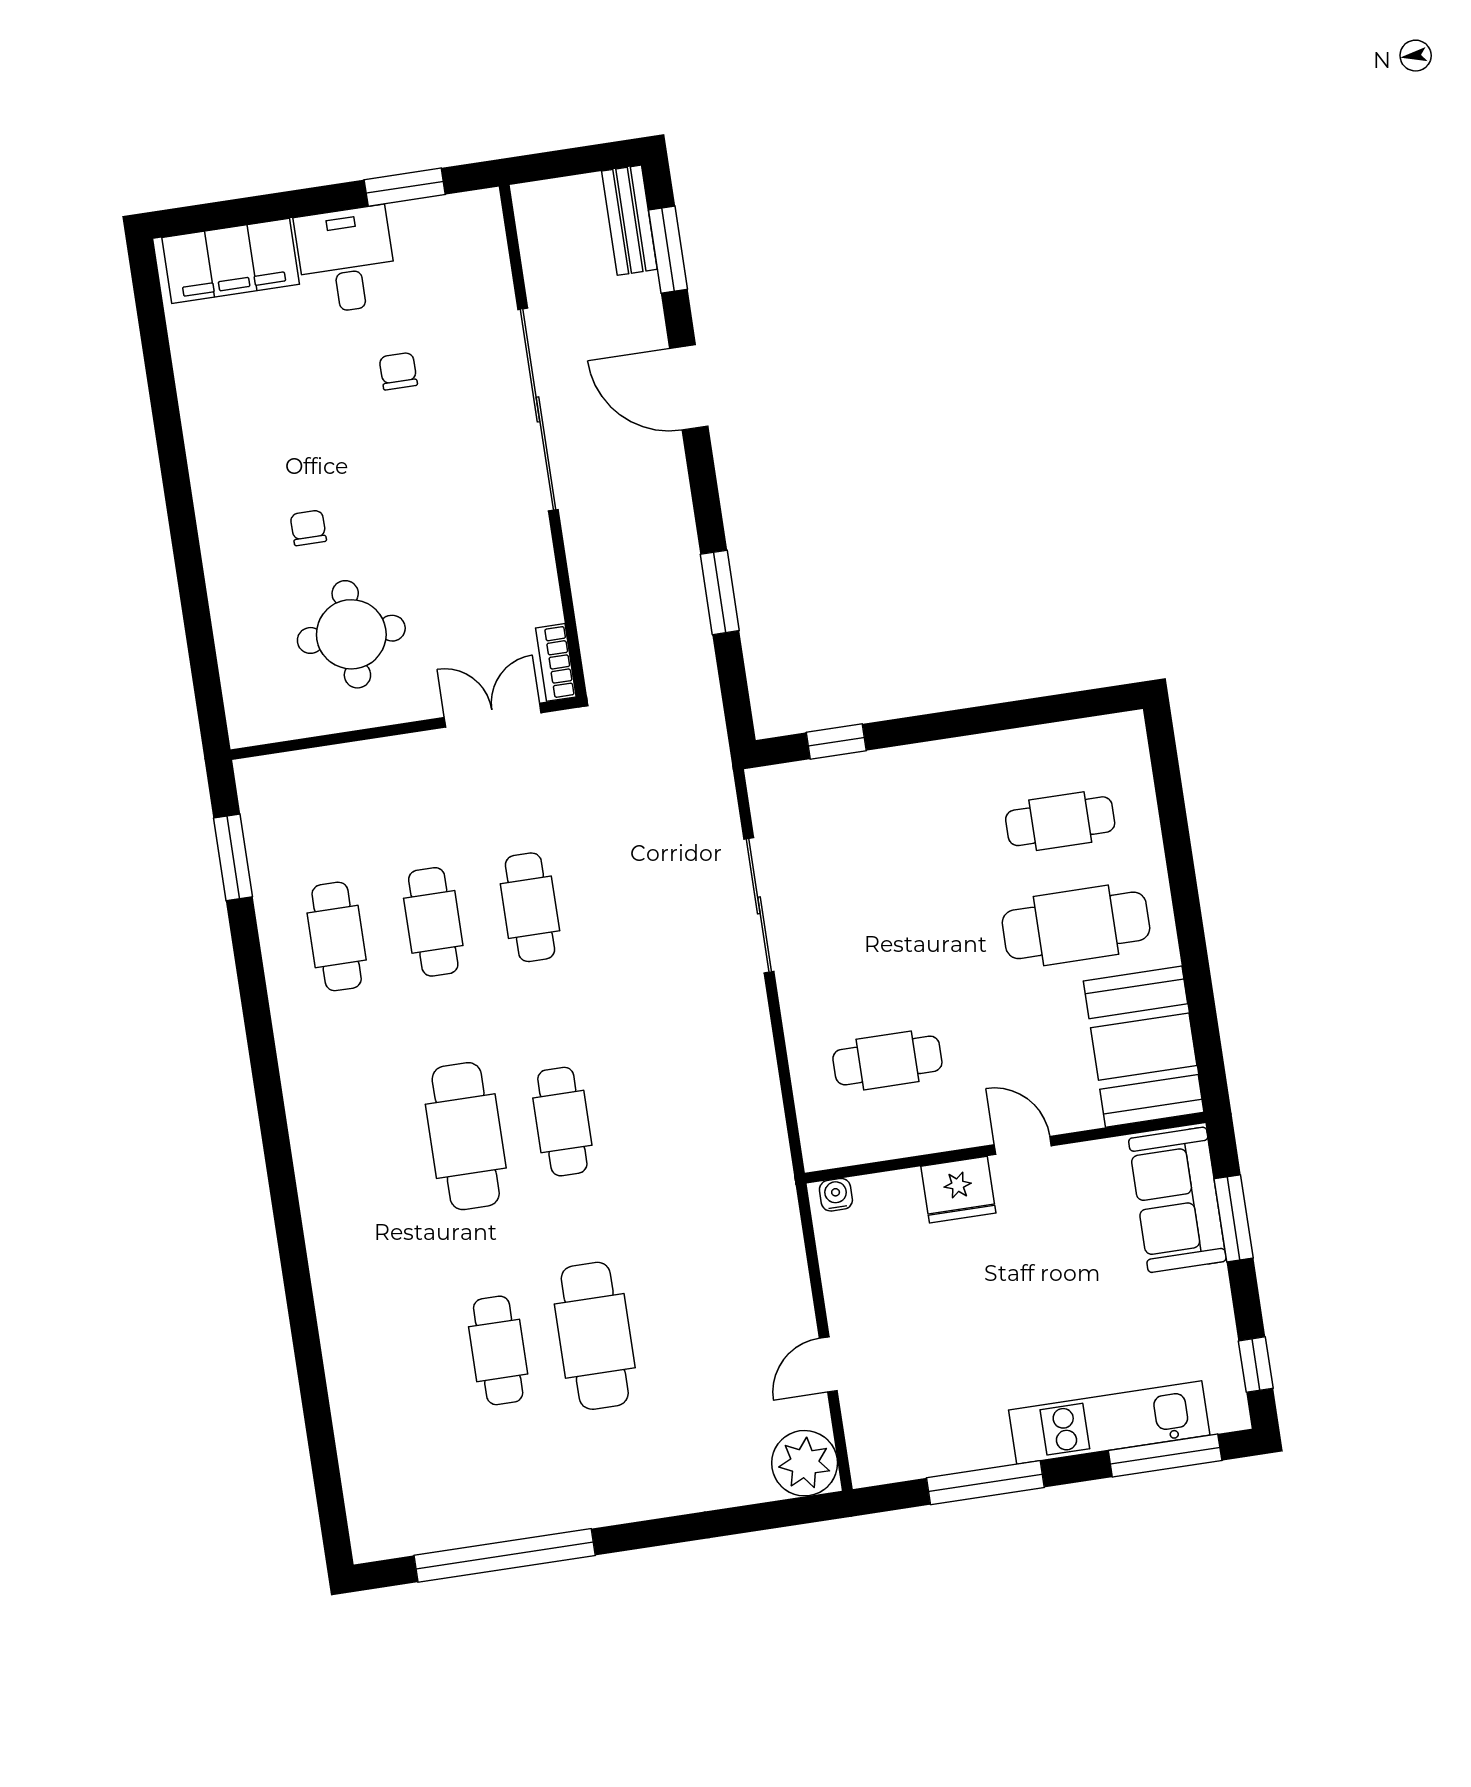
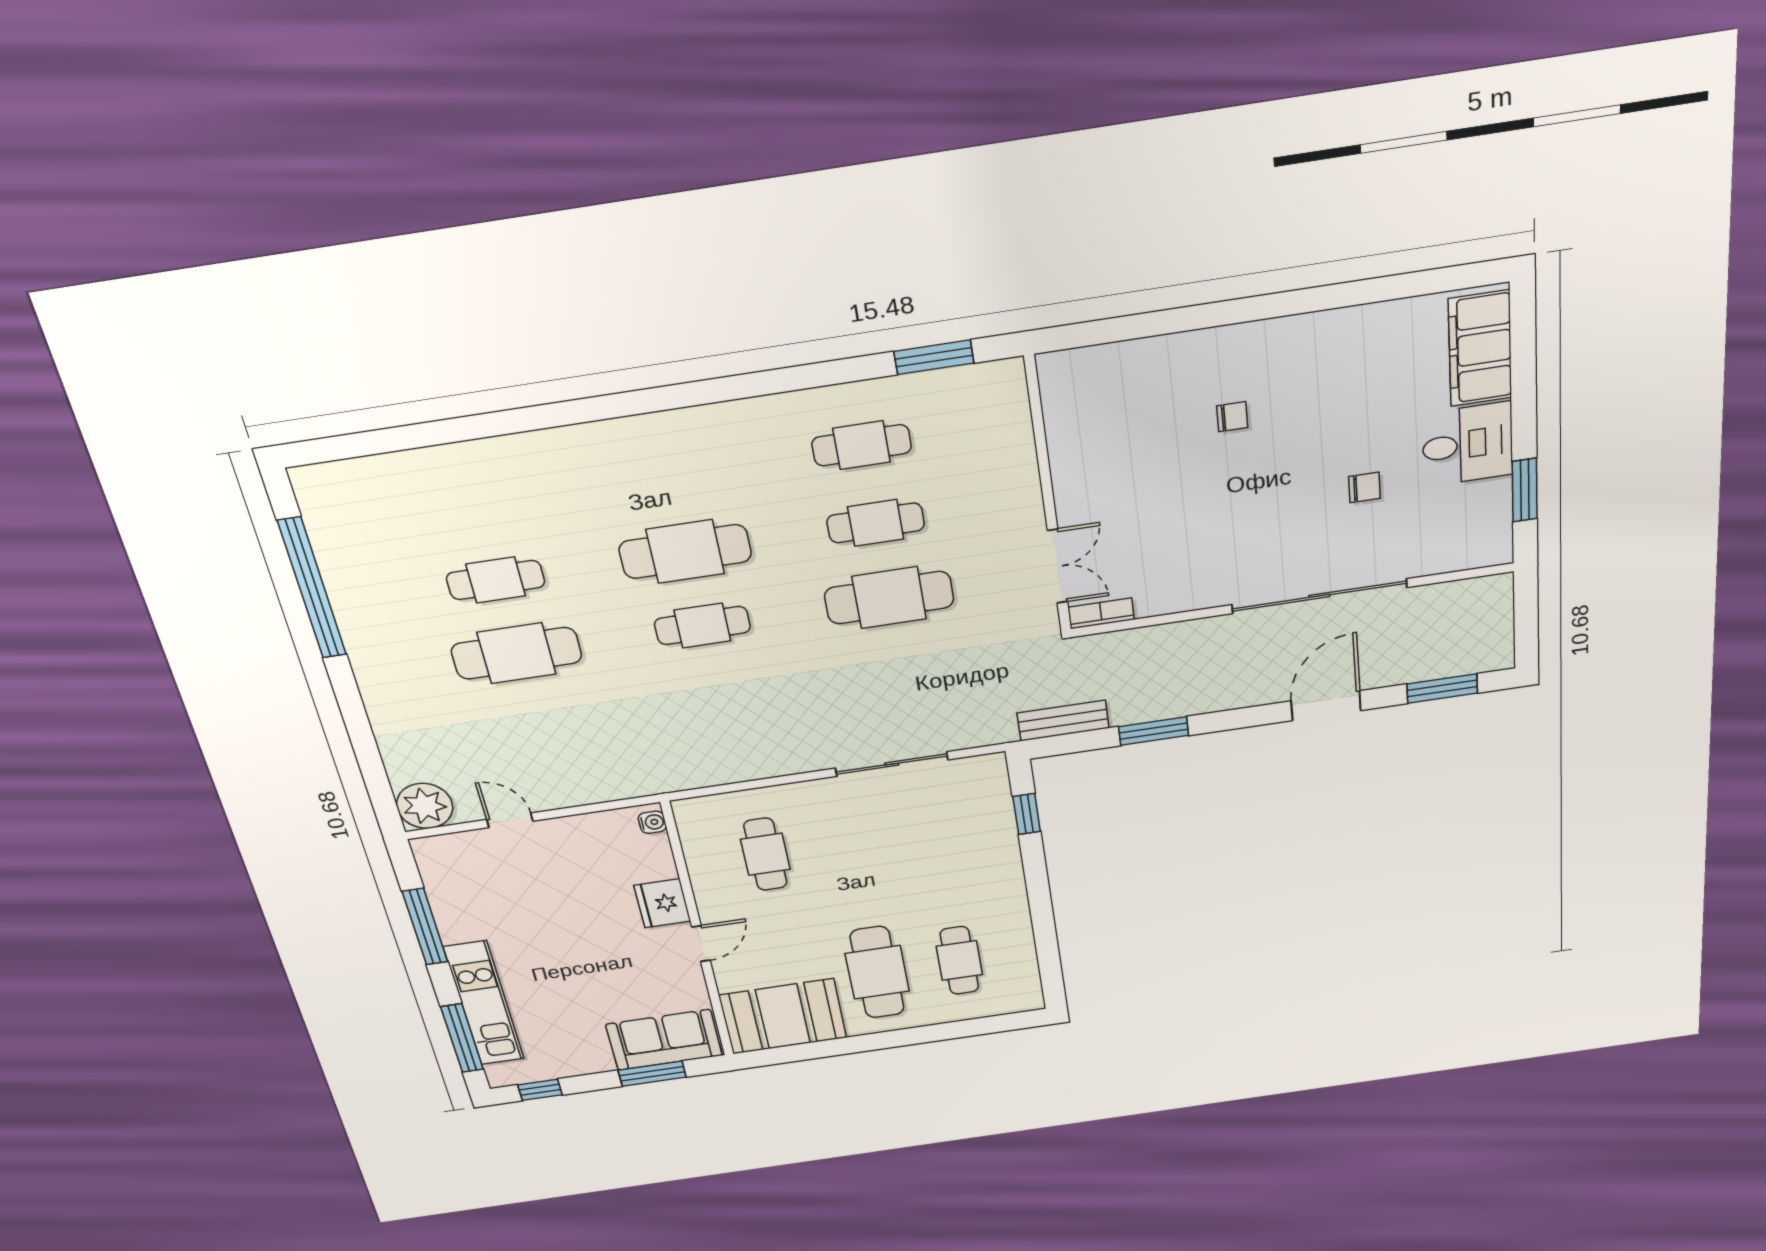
bench: (629, 220) -> (1063, 721), moved
round table: (351, 634) -> (1134, 453), removed
cafe table: (530, 907) -> (889, 598), width x1.37, depth x1.35

